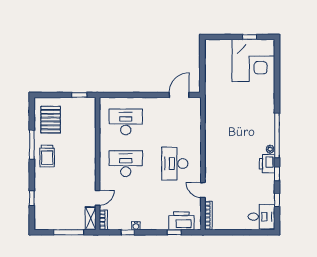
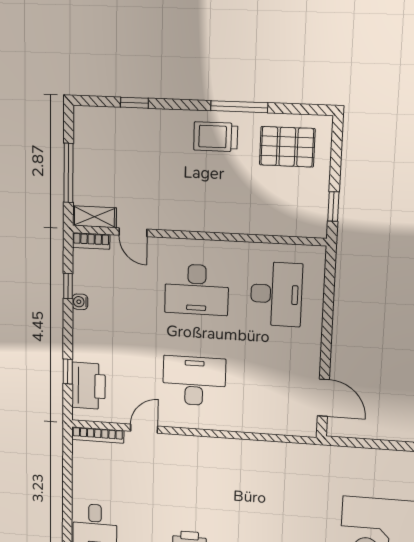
desk: (126, 164) -> (197, 290), turned 90

